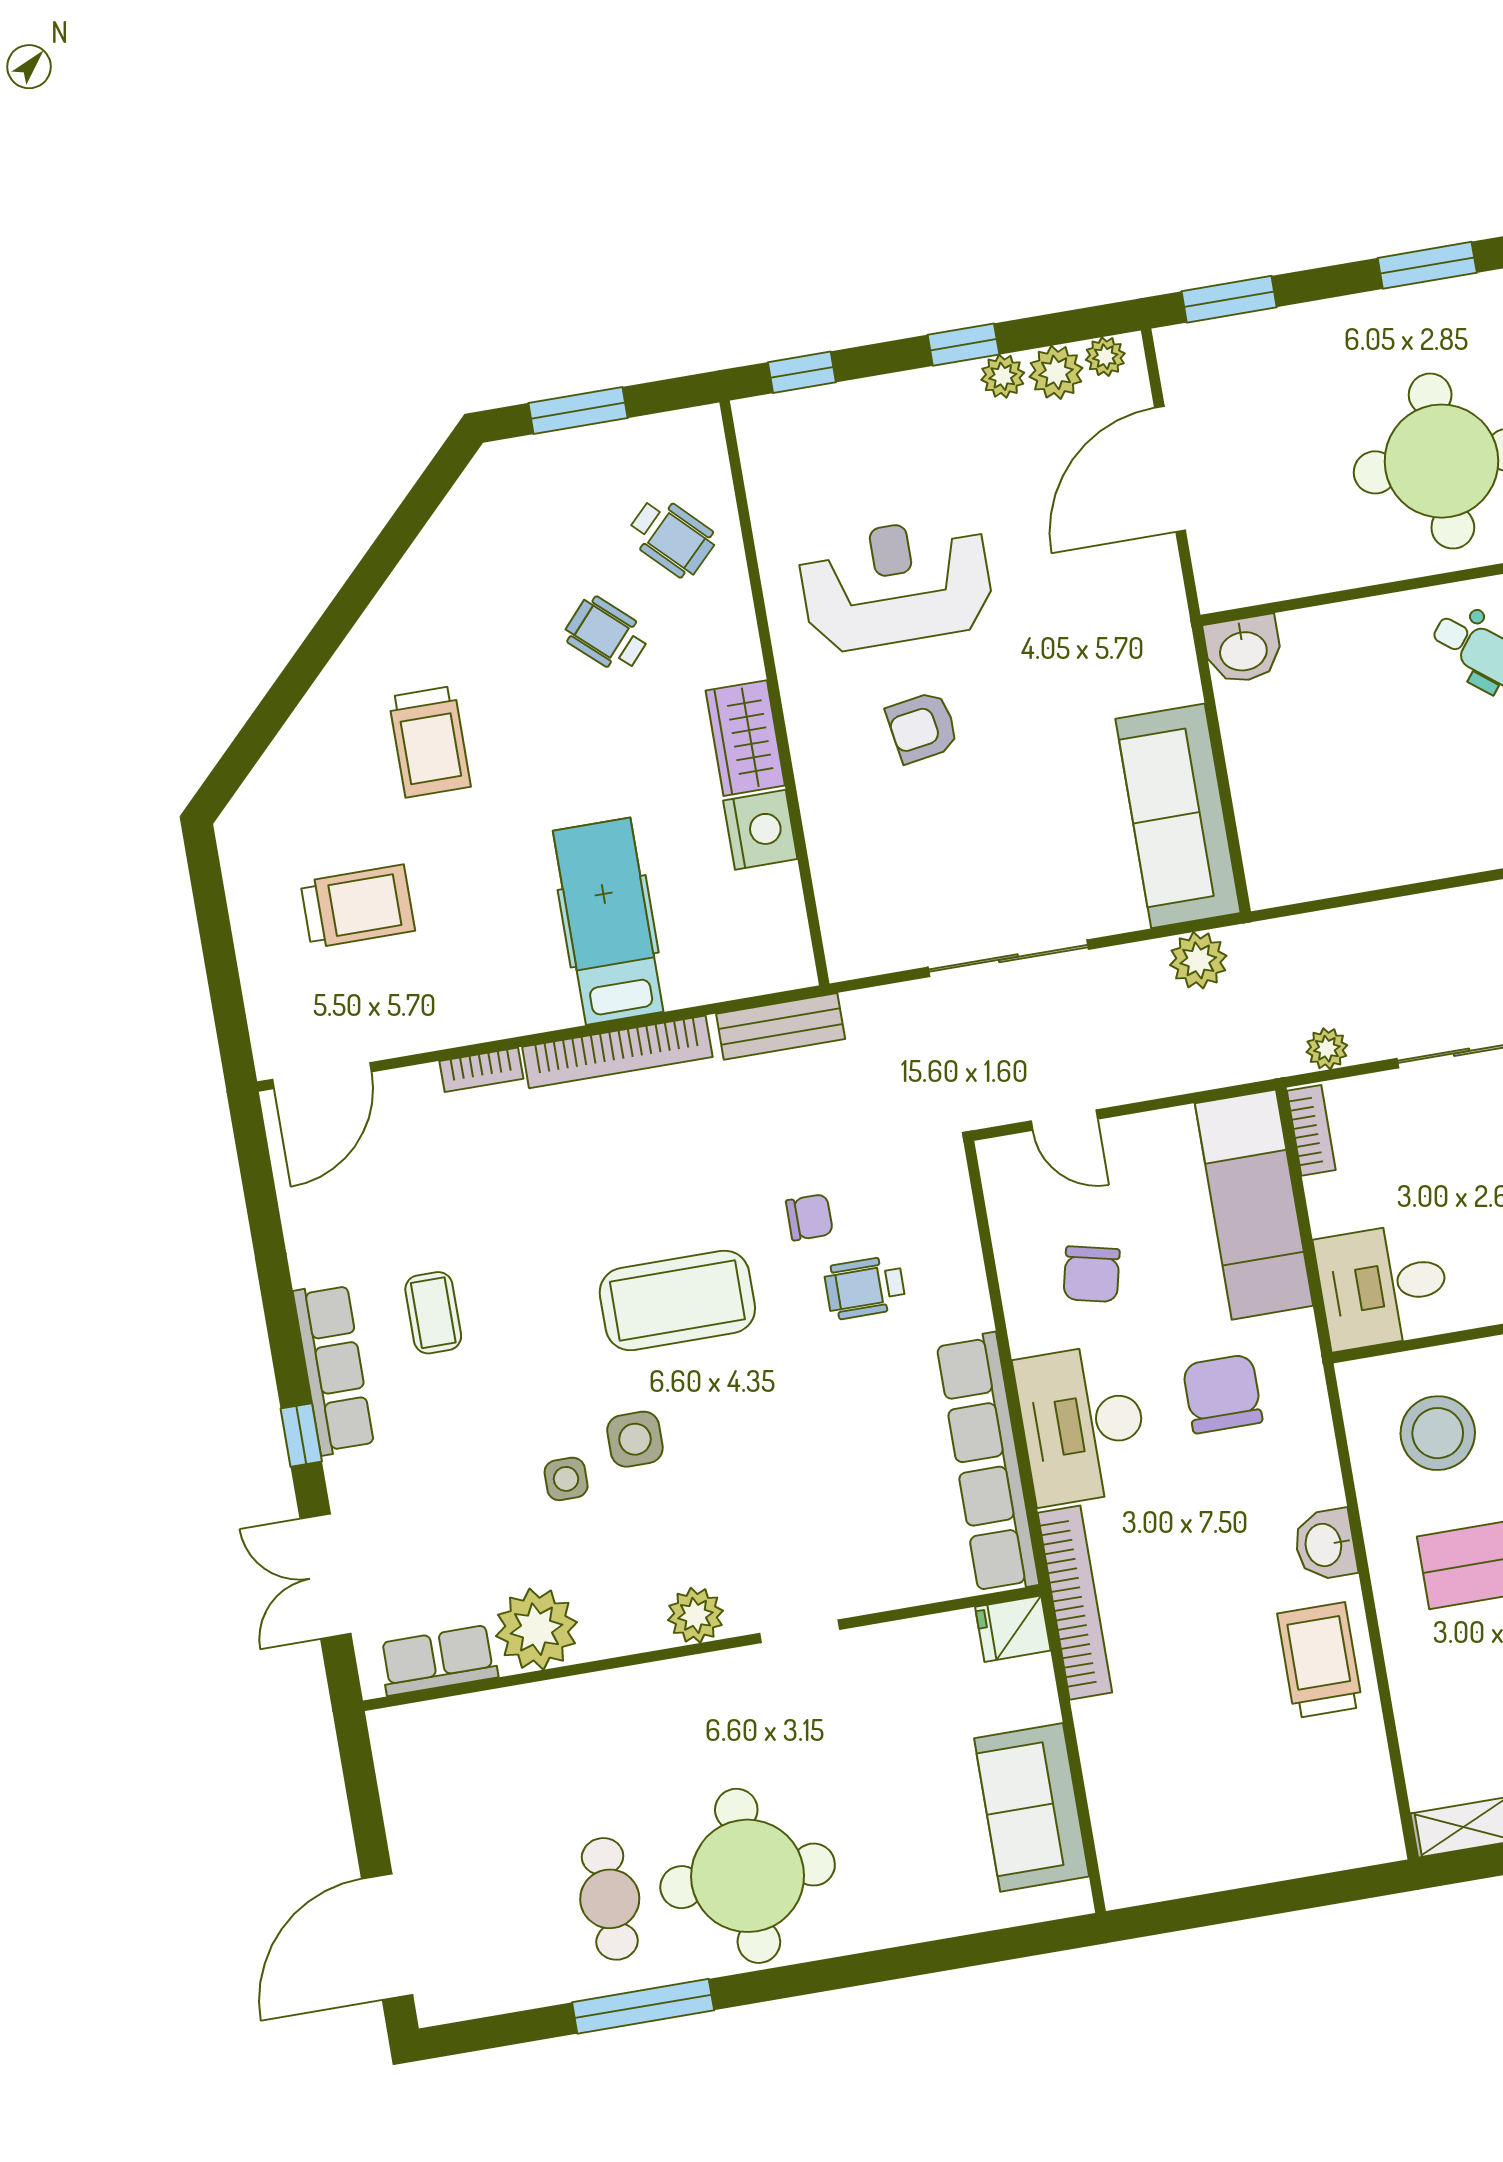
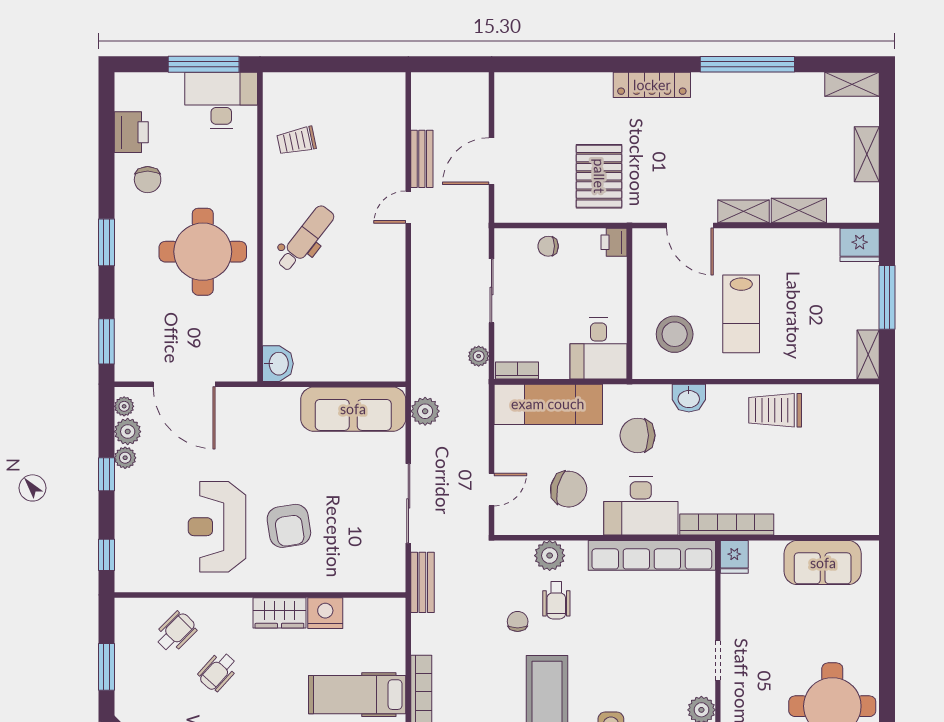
armchair: (922, 727) -> (289, 526), width x1.38, depth x1.38
bench: (781, 1026) -> (422, 582), moved
plant: (952, 1259) -> (550, 556), added
chair: (1092, 1274) -> (569, 489), width x1.37, depth x1.37
washbasin: (1325, 1545) -> (689, 398), moved

